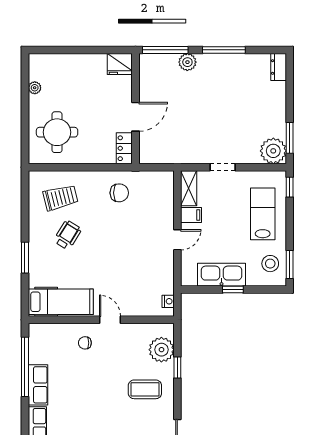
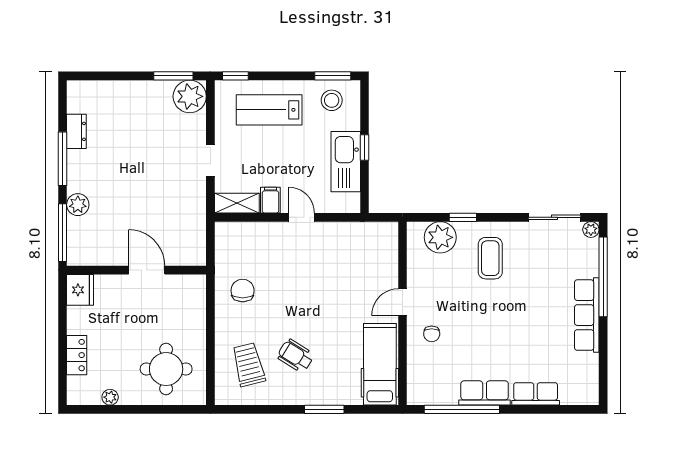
dresser: (279, 67) -> (76, 131), moved, turned -90
locker: (124, 148) -> (77, 355), moved, turned -90
nightstand: (168, 301) -> (379, 229), removed

